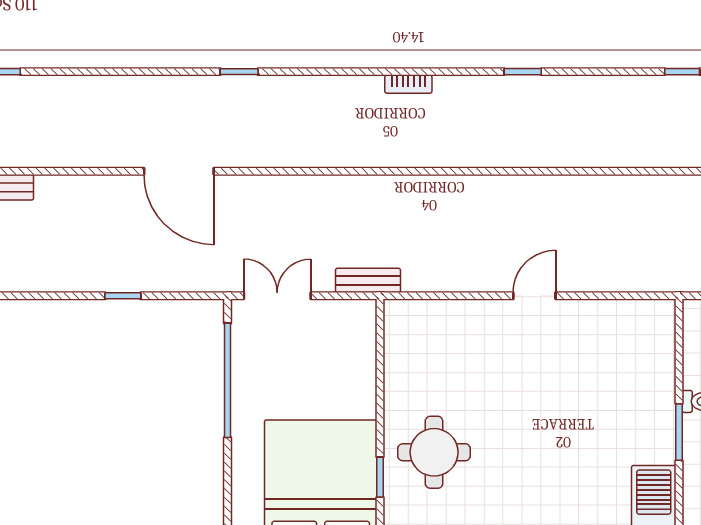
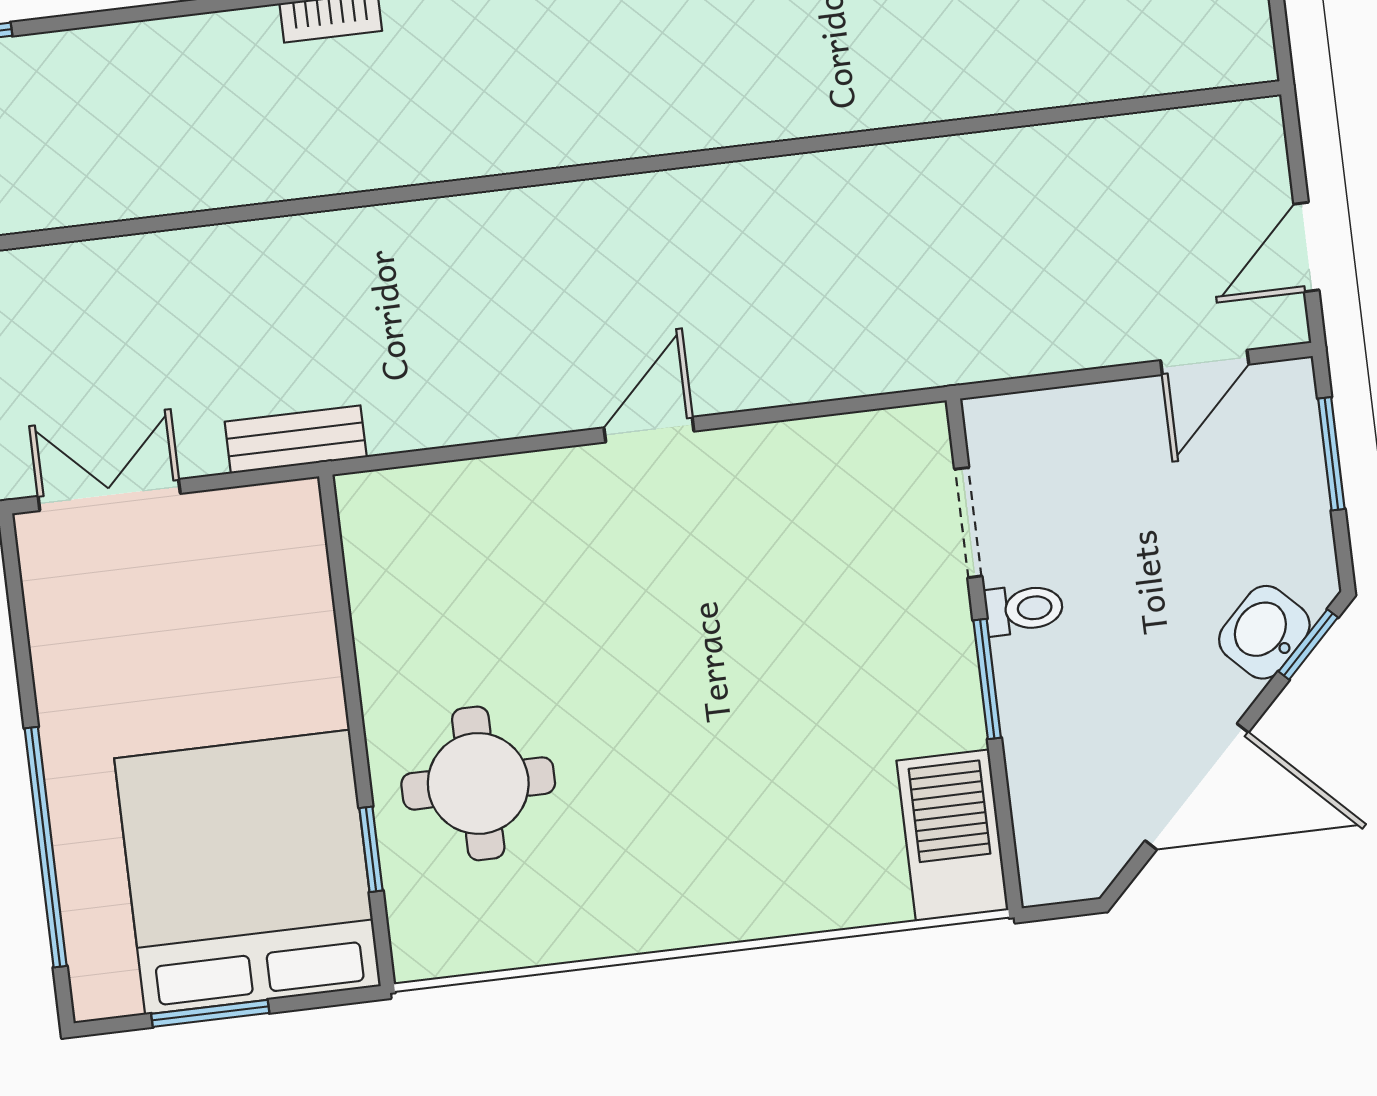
doorway: (679, 358) -> (968, 523), added
window: (227, 380) -> (46, 847), moved

